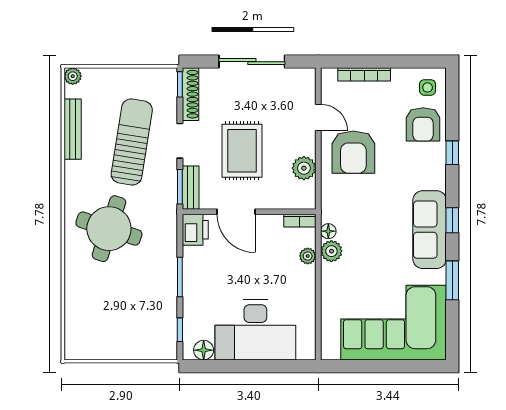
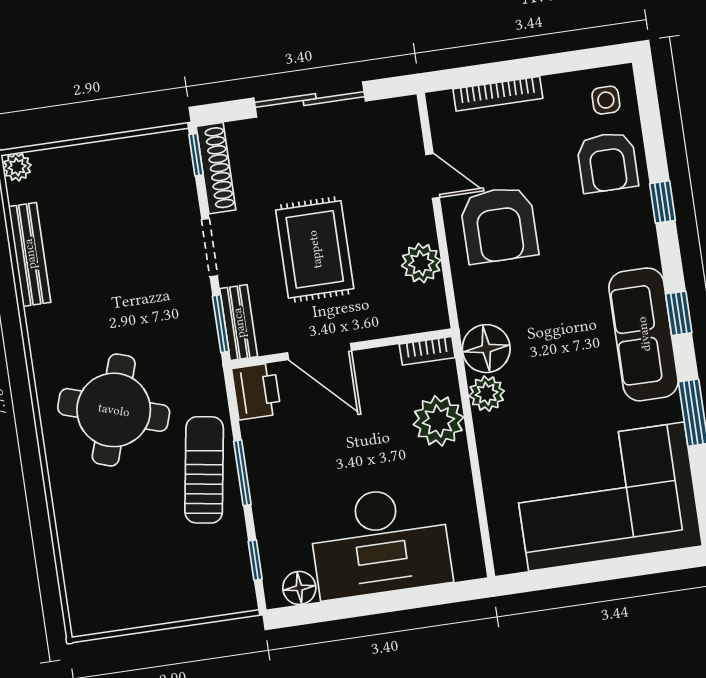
sun lounger: (132, 142) -> (204, 470), moved, width x0.73, depth x0.75
floor lamp: (328, 231) -> (486, 349), width x1.89, depth x1.89
plant: (308, 256) -> (438, 421), width x1.88, depth x1.88

